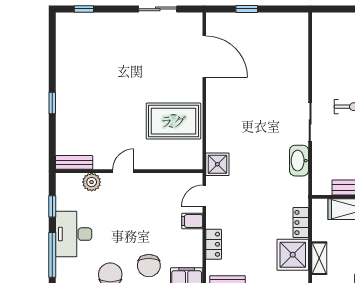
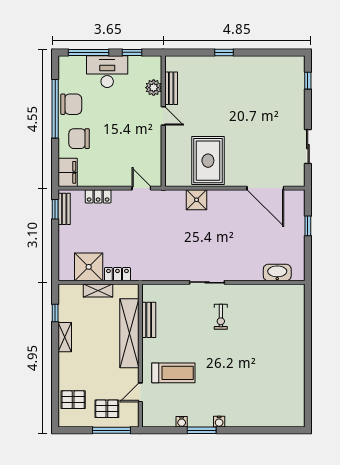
door: (204, 57) -> (265, 188), hinge flipped
washbasin: (299, 161) -> (277, 273), moved
bench: (74, 162) -> (171, 88), moved
shower: (217, 164) -> (197, 200), moved
filing cabinet: (192, 221) -> (119, 177), removed
shelving: (319, 258) -> (98, 291), moved

